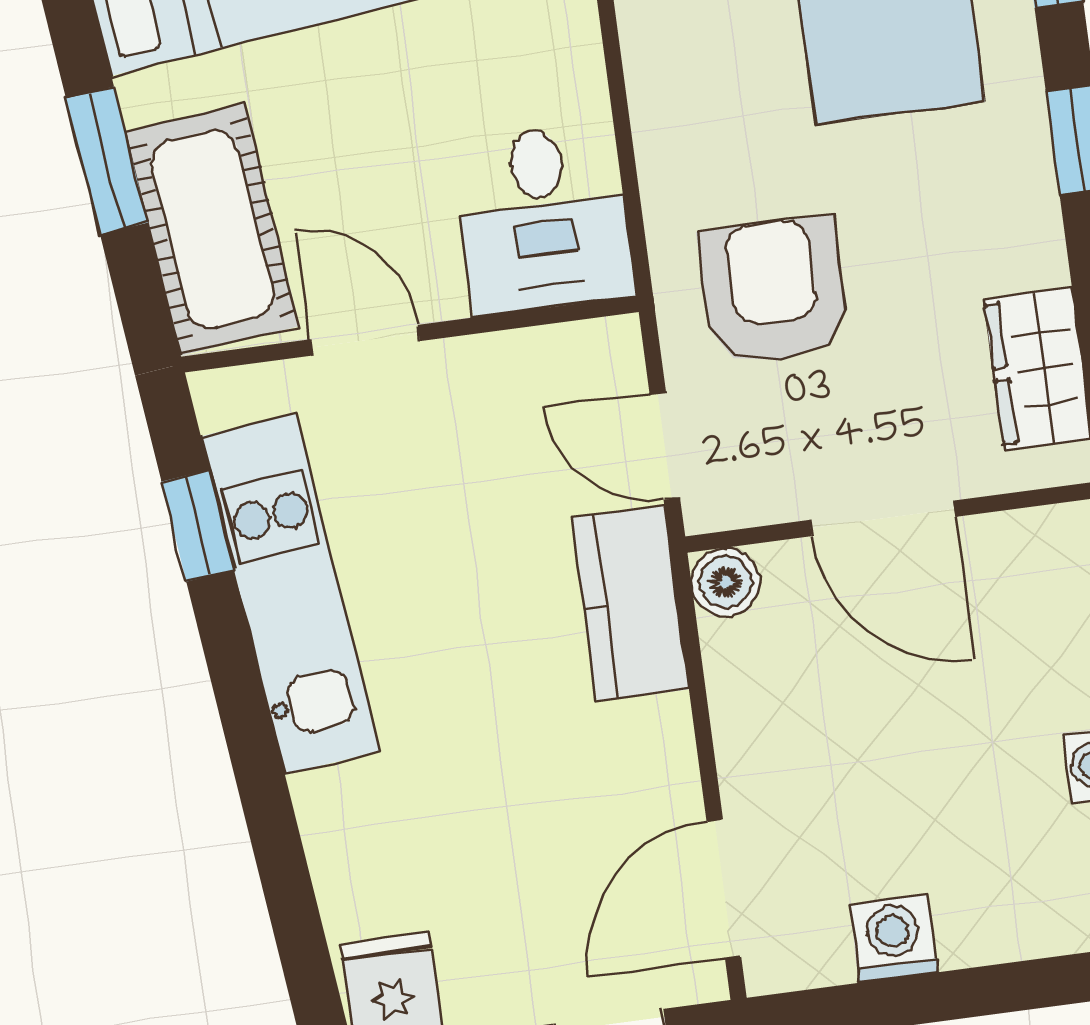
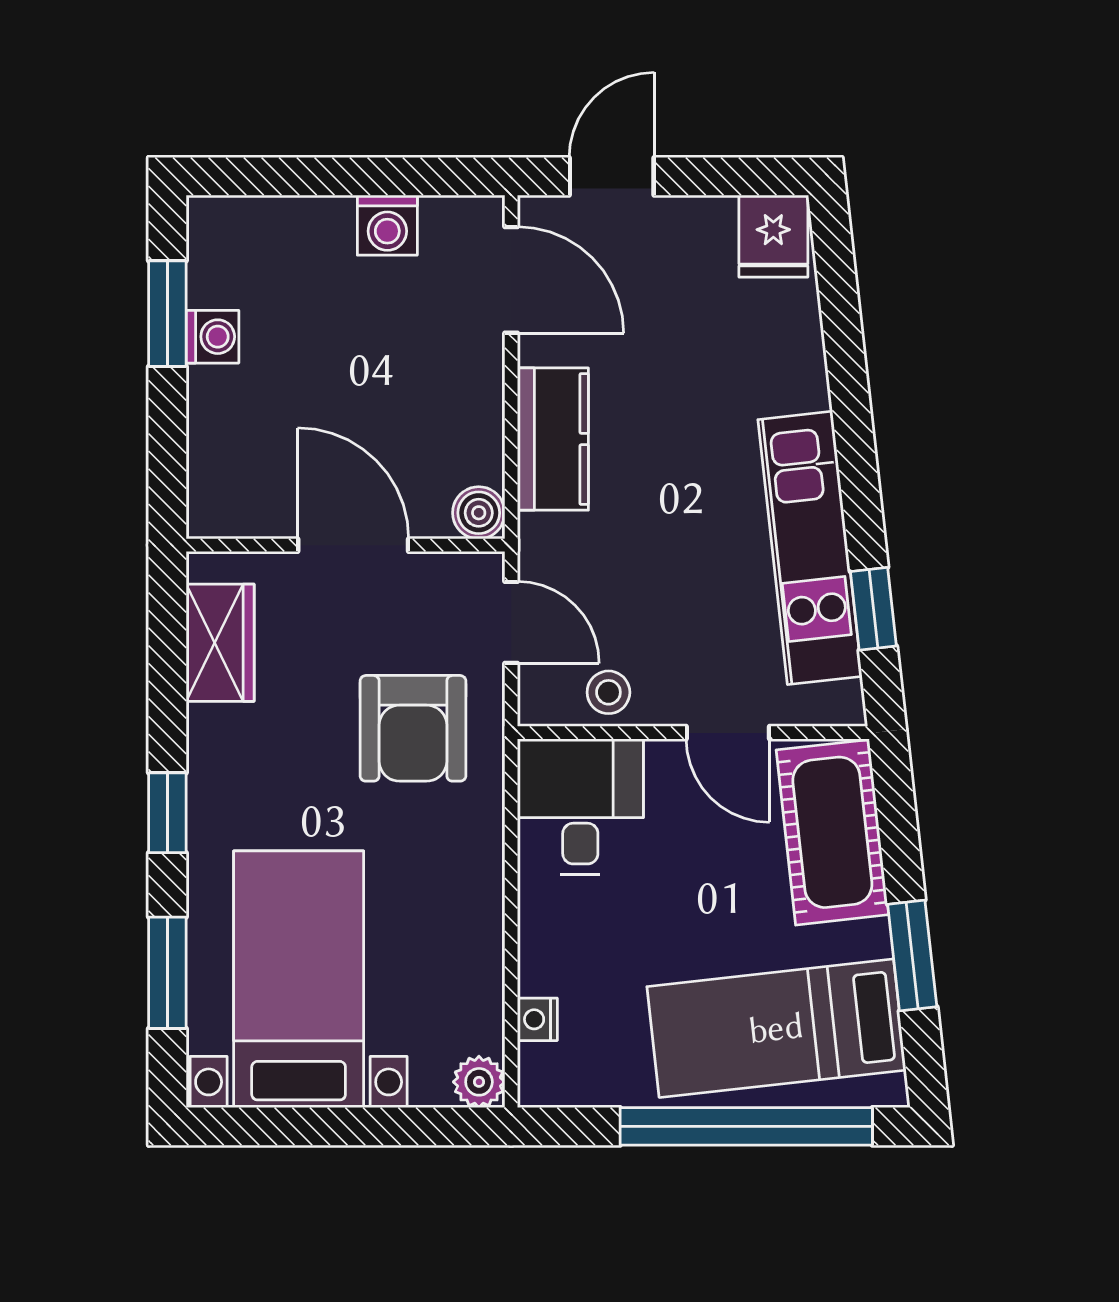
window: (107, 161) -> (912, 956), moved
stool: (526, 372) -> (608, 692), added
kitchen counter: (631, 603) -> (553, 439), moved
door: (724, 889) -> (511, 280), hinge flipped

